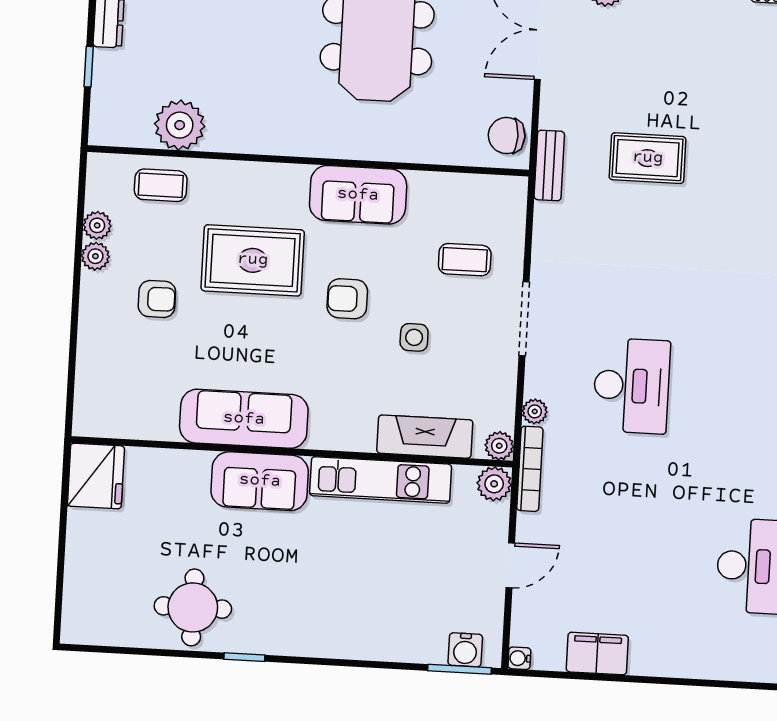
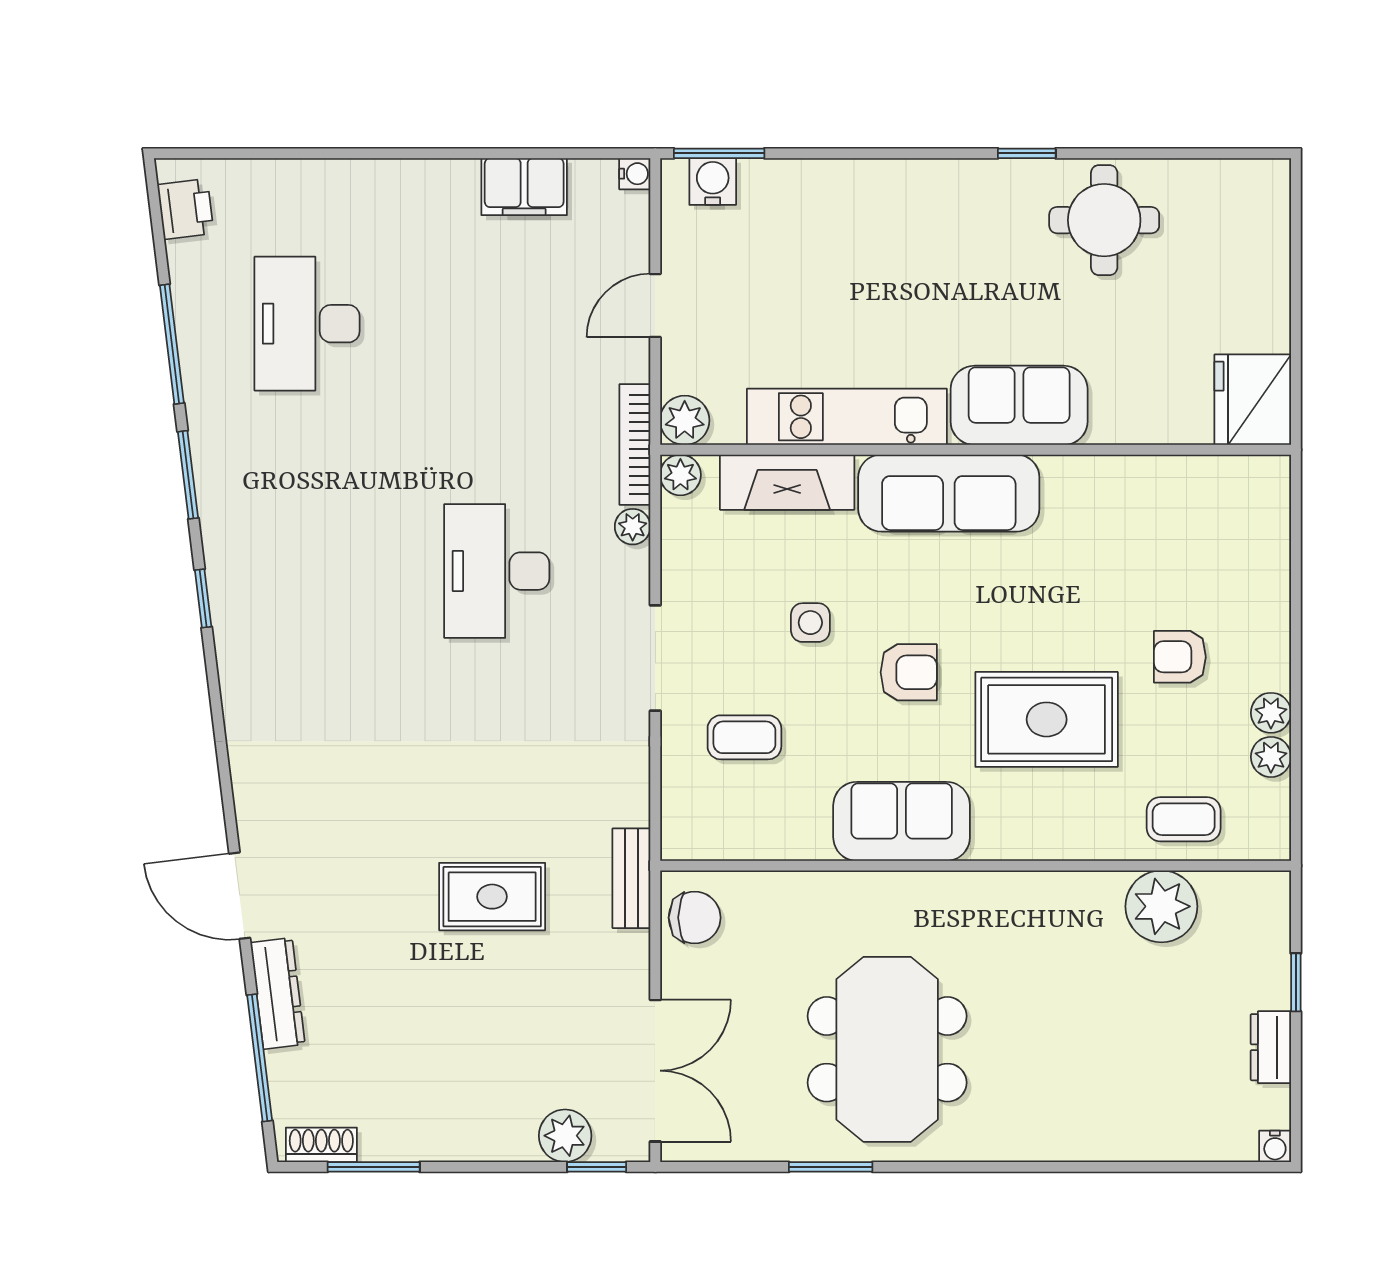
sofa: (244, 419) -> (949, 493), moved

